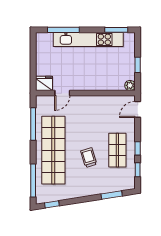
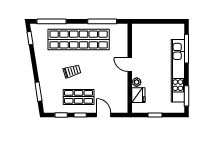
fridge: (44, 83) -> (138, 95), moved
plant: (130, 85) -> (137, 82), moved
door: (62, 93) -> (130, 65), moved
door: (138, 109) -> (104, 115), moved

